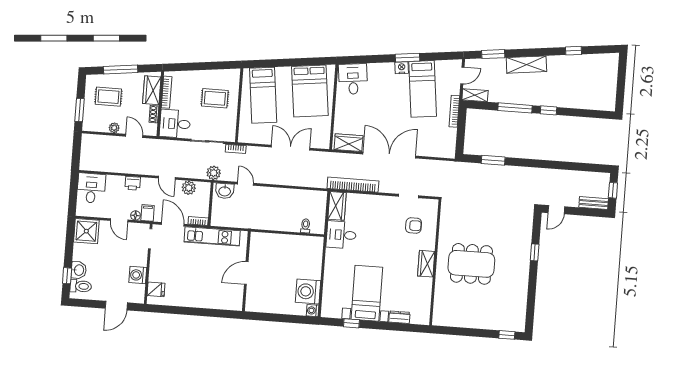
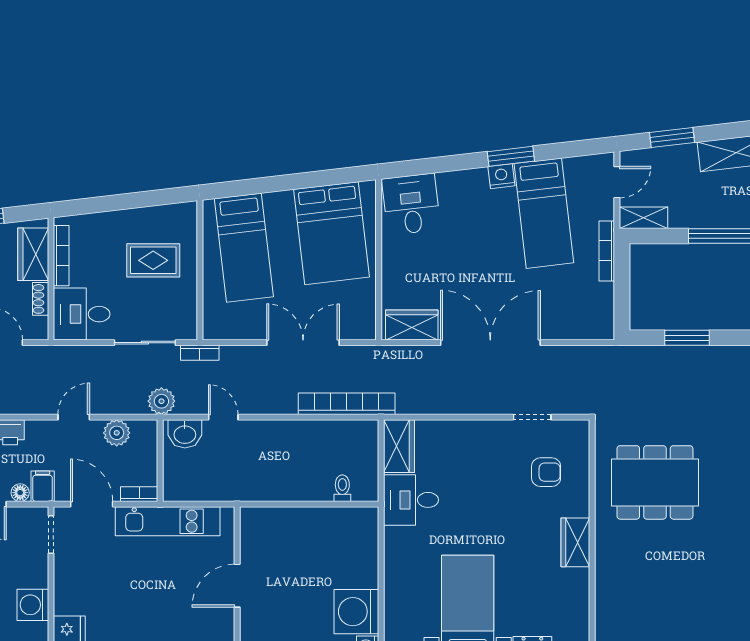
door: (167, 178) -> (74, 417), swing flipped
bookcase: (353, 185) -> (347, 404), moved
dining table: (471, 264) -> (655, 482), moved

